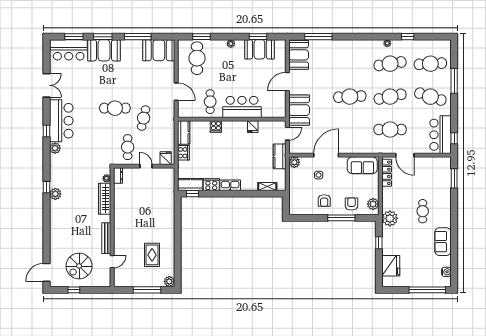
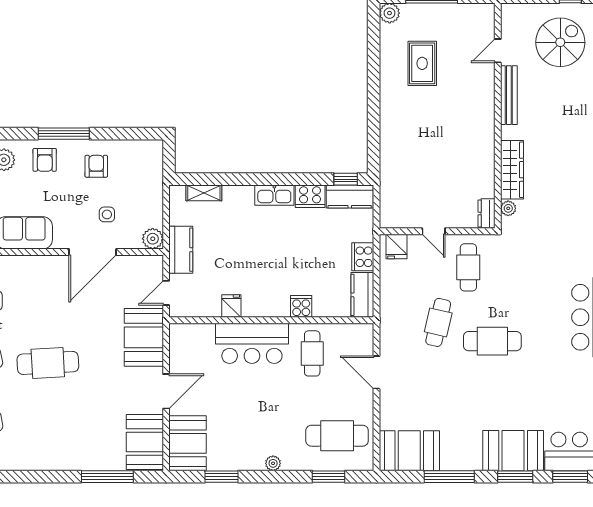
booth: (259, 49) -> (187, 443), moved, turned 90
cafe table: (197, 58) -> (337, 436), turned 90

